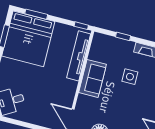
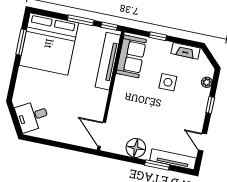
window: (36, 14) -> (81, 20), moved
sofa: (93, 78) -> (131, 56), moved

